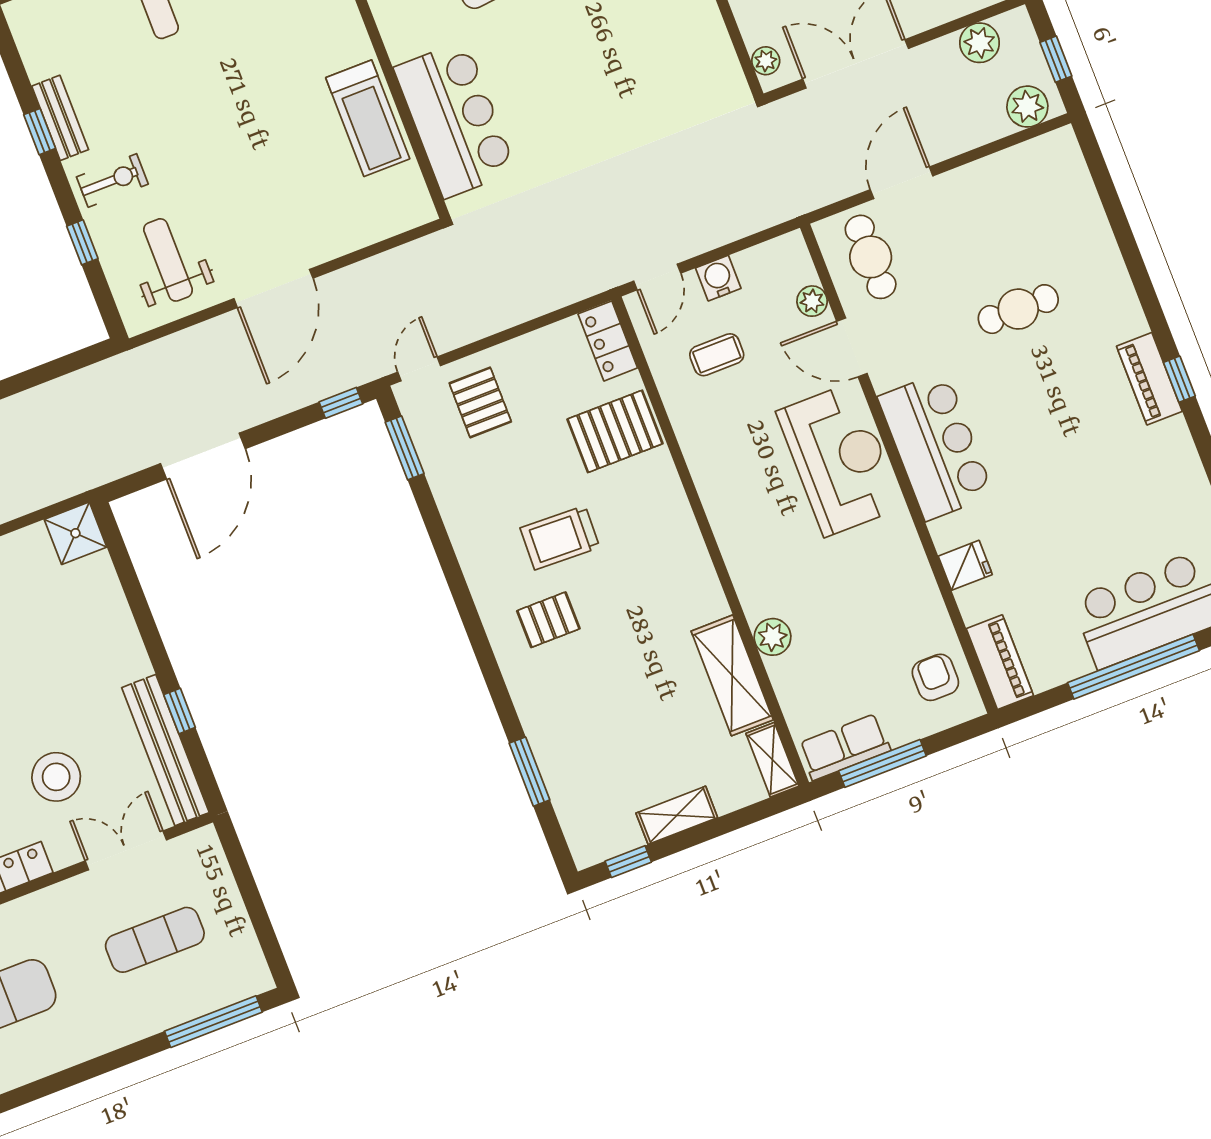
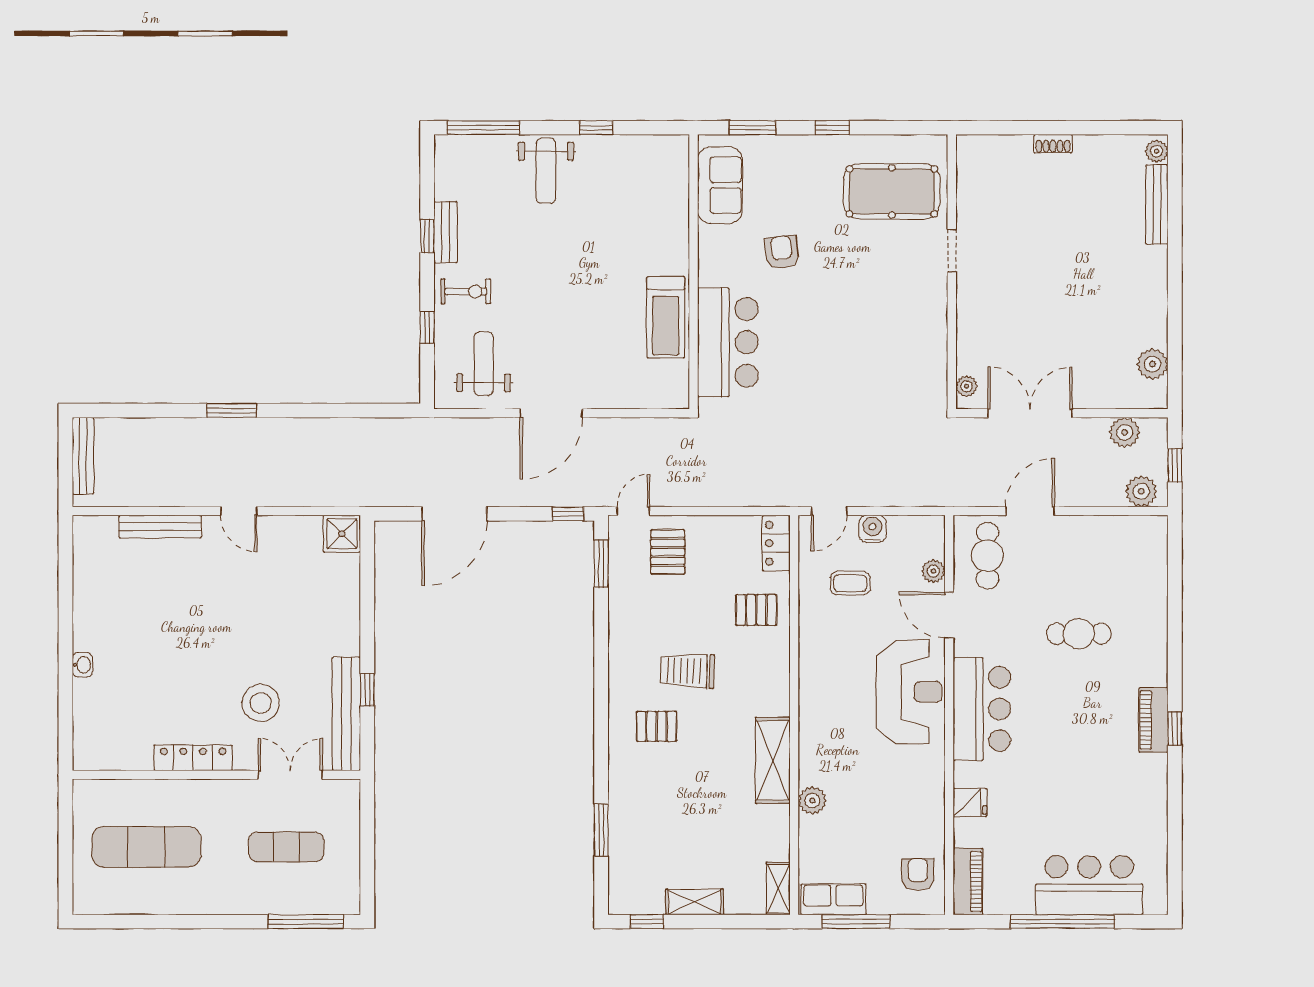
pallet: (615, 431) -> (756, 610), width x0.67, depth x0.71
shelving: (732, 675) -> (773, 760), moved

